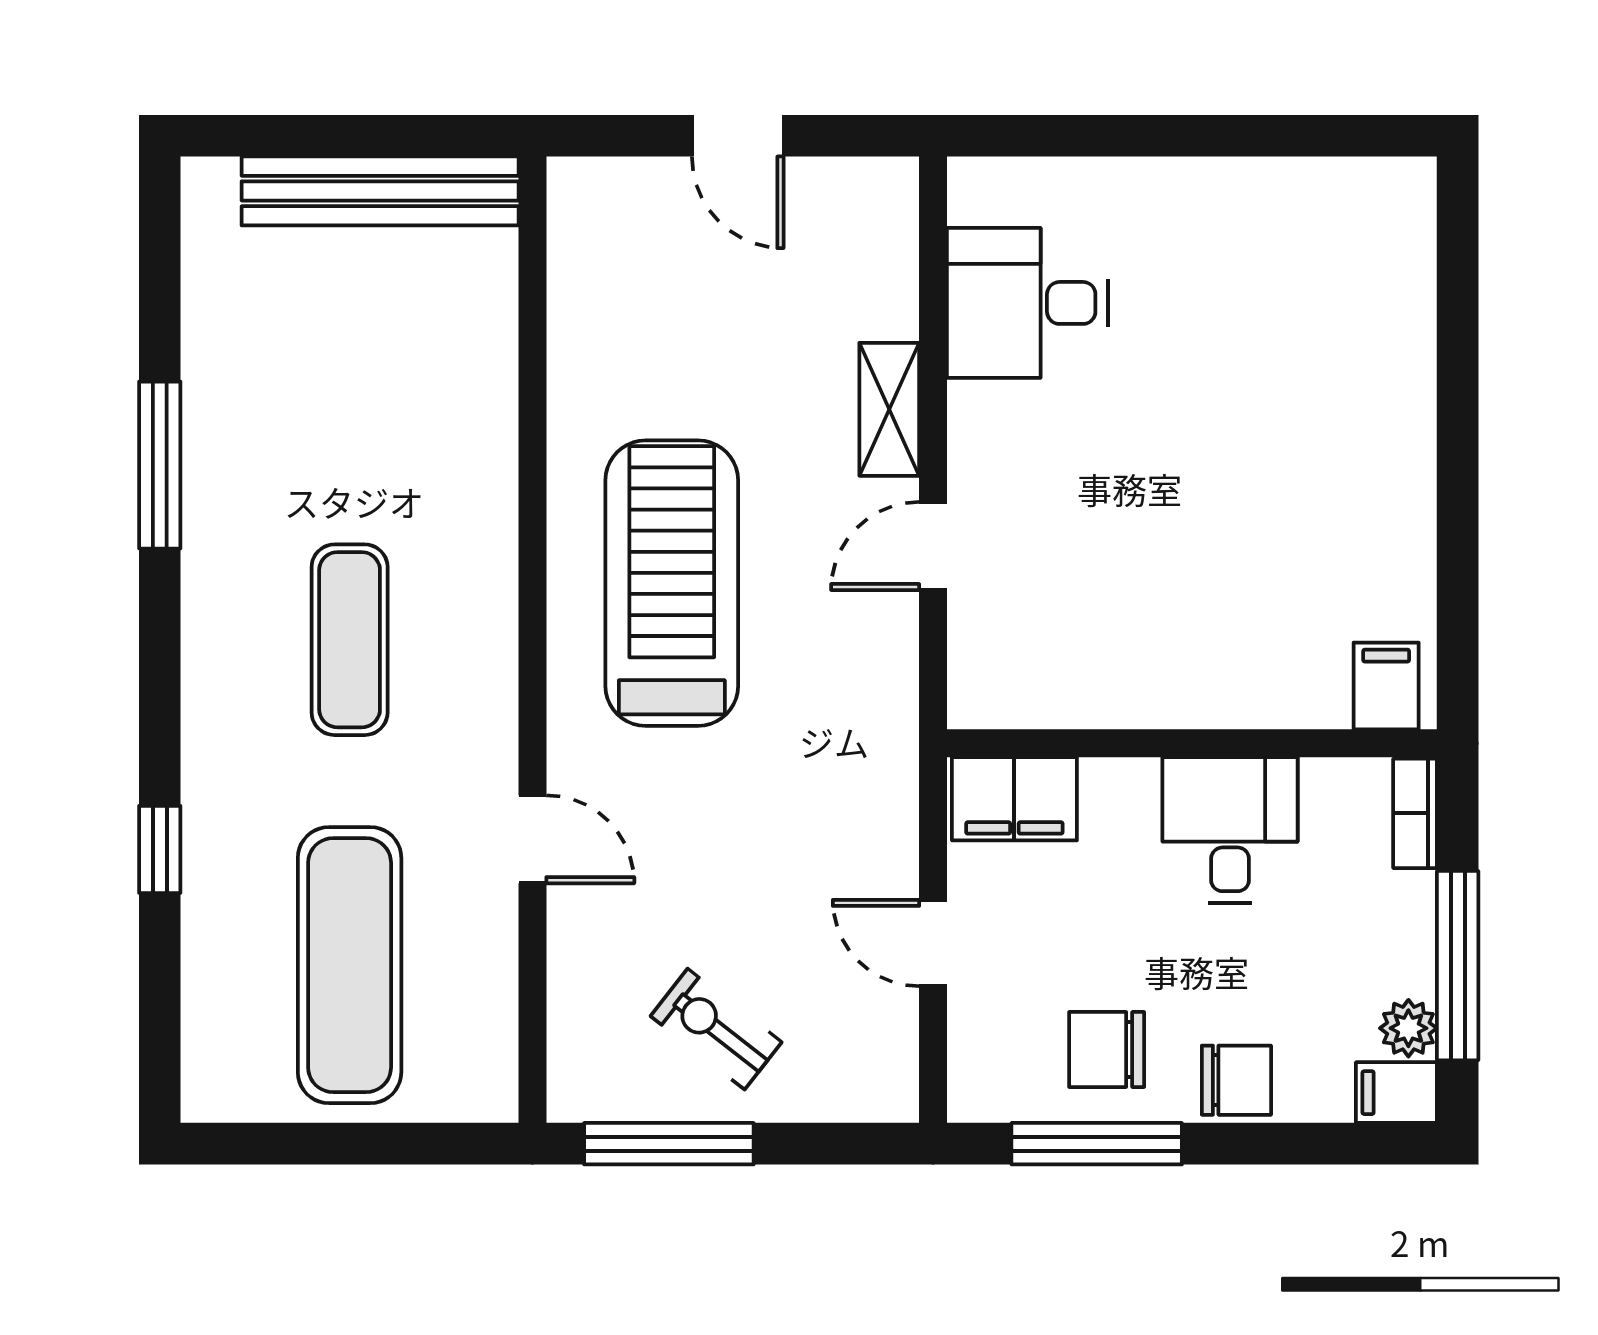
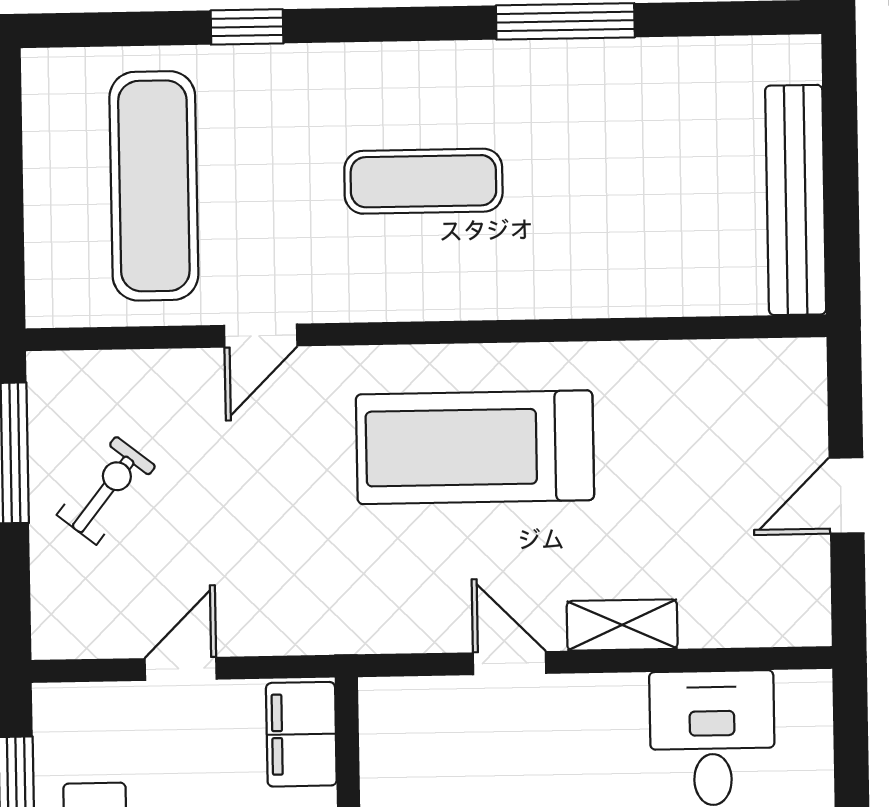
treadmill: (672, 583) -> (475, 447), turned 180
exercise mat: (350, 965) -> (154, 186), turned 90

